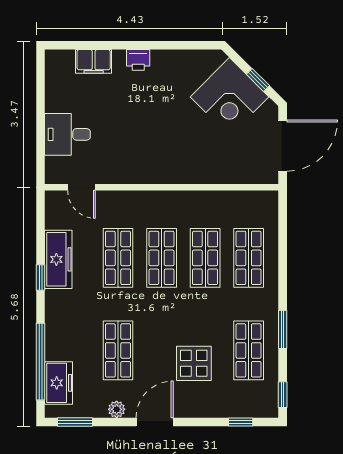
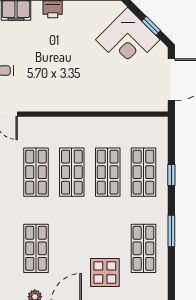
display table: (194, 363) -> (105, 272), moved
window: (283, 395) -> (171, 175), moved

